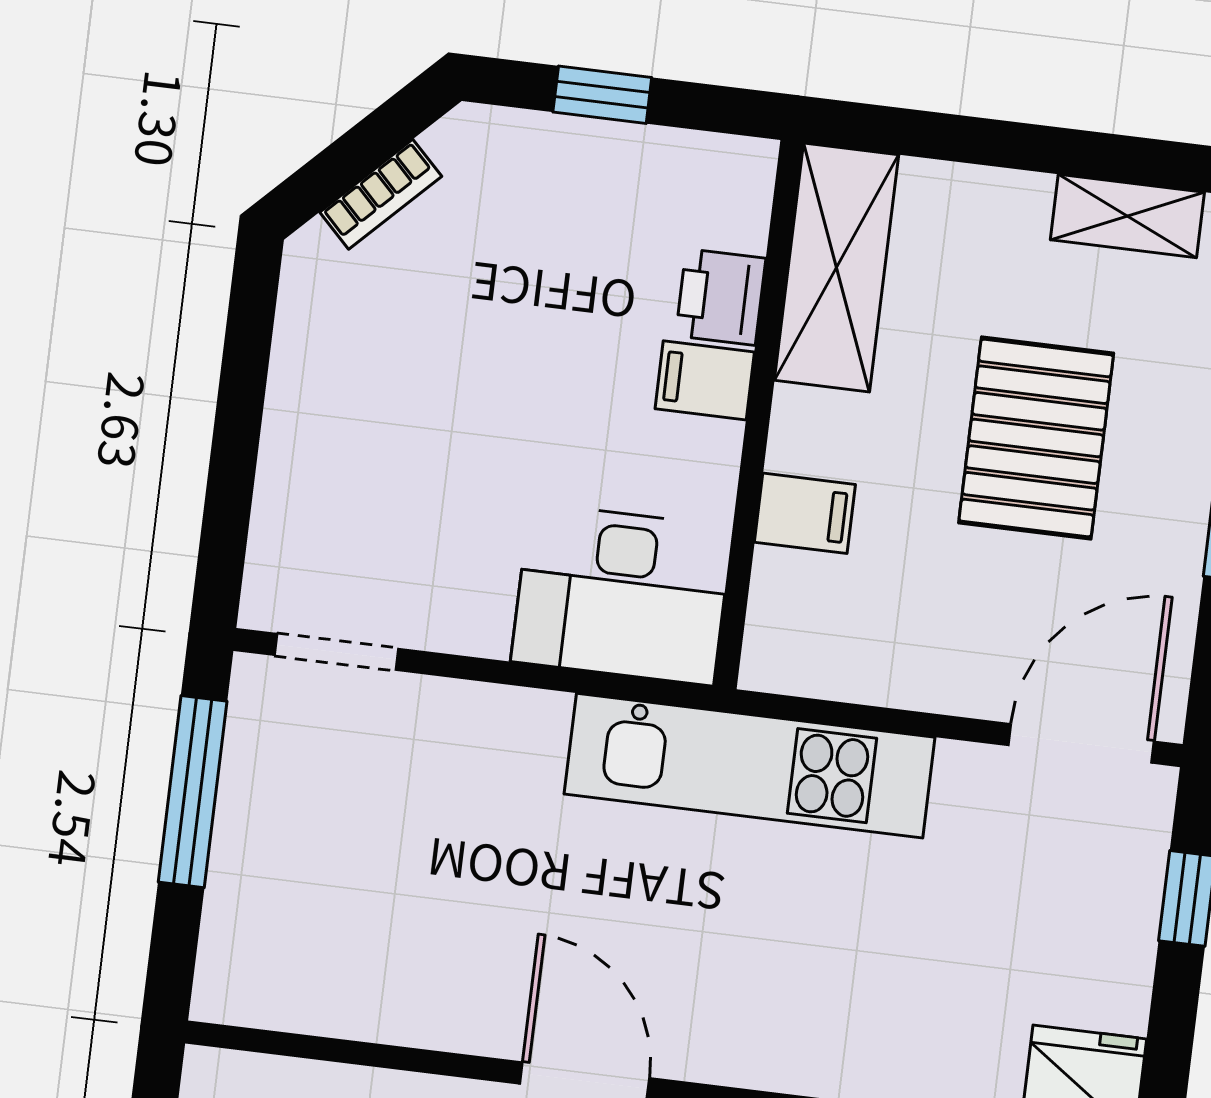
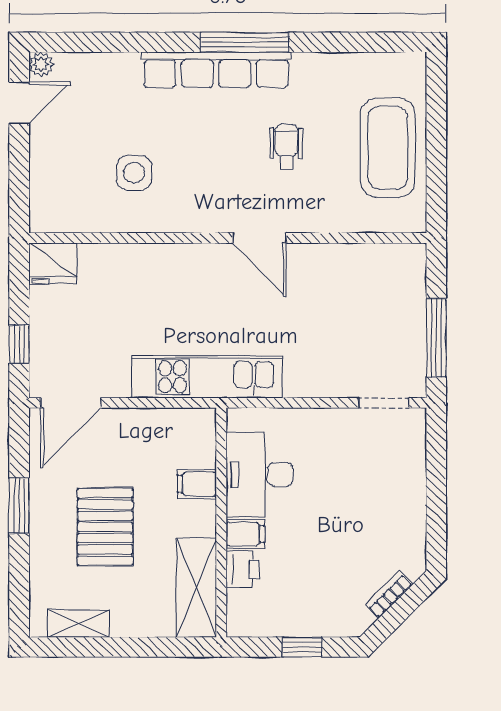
desk: (622, 594) -> (260, 474), moved, turned -90

